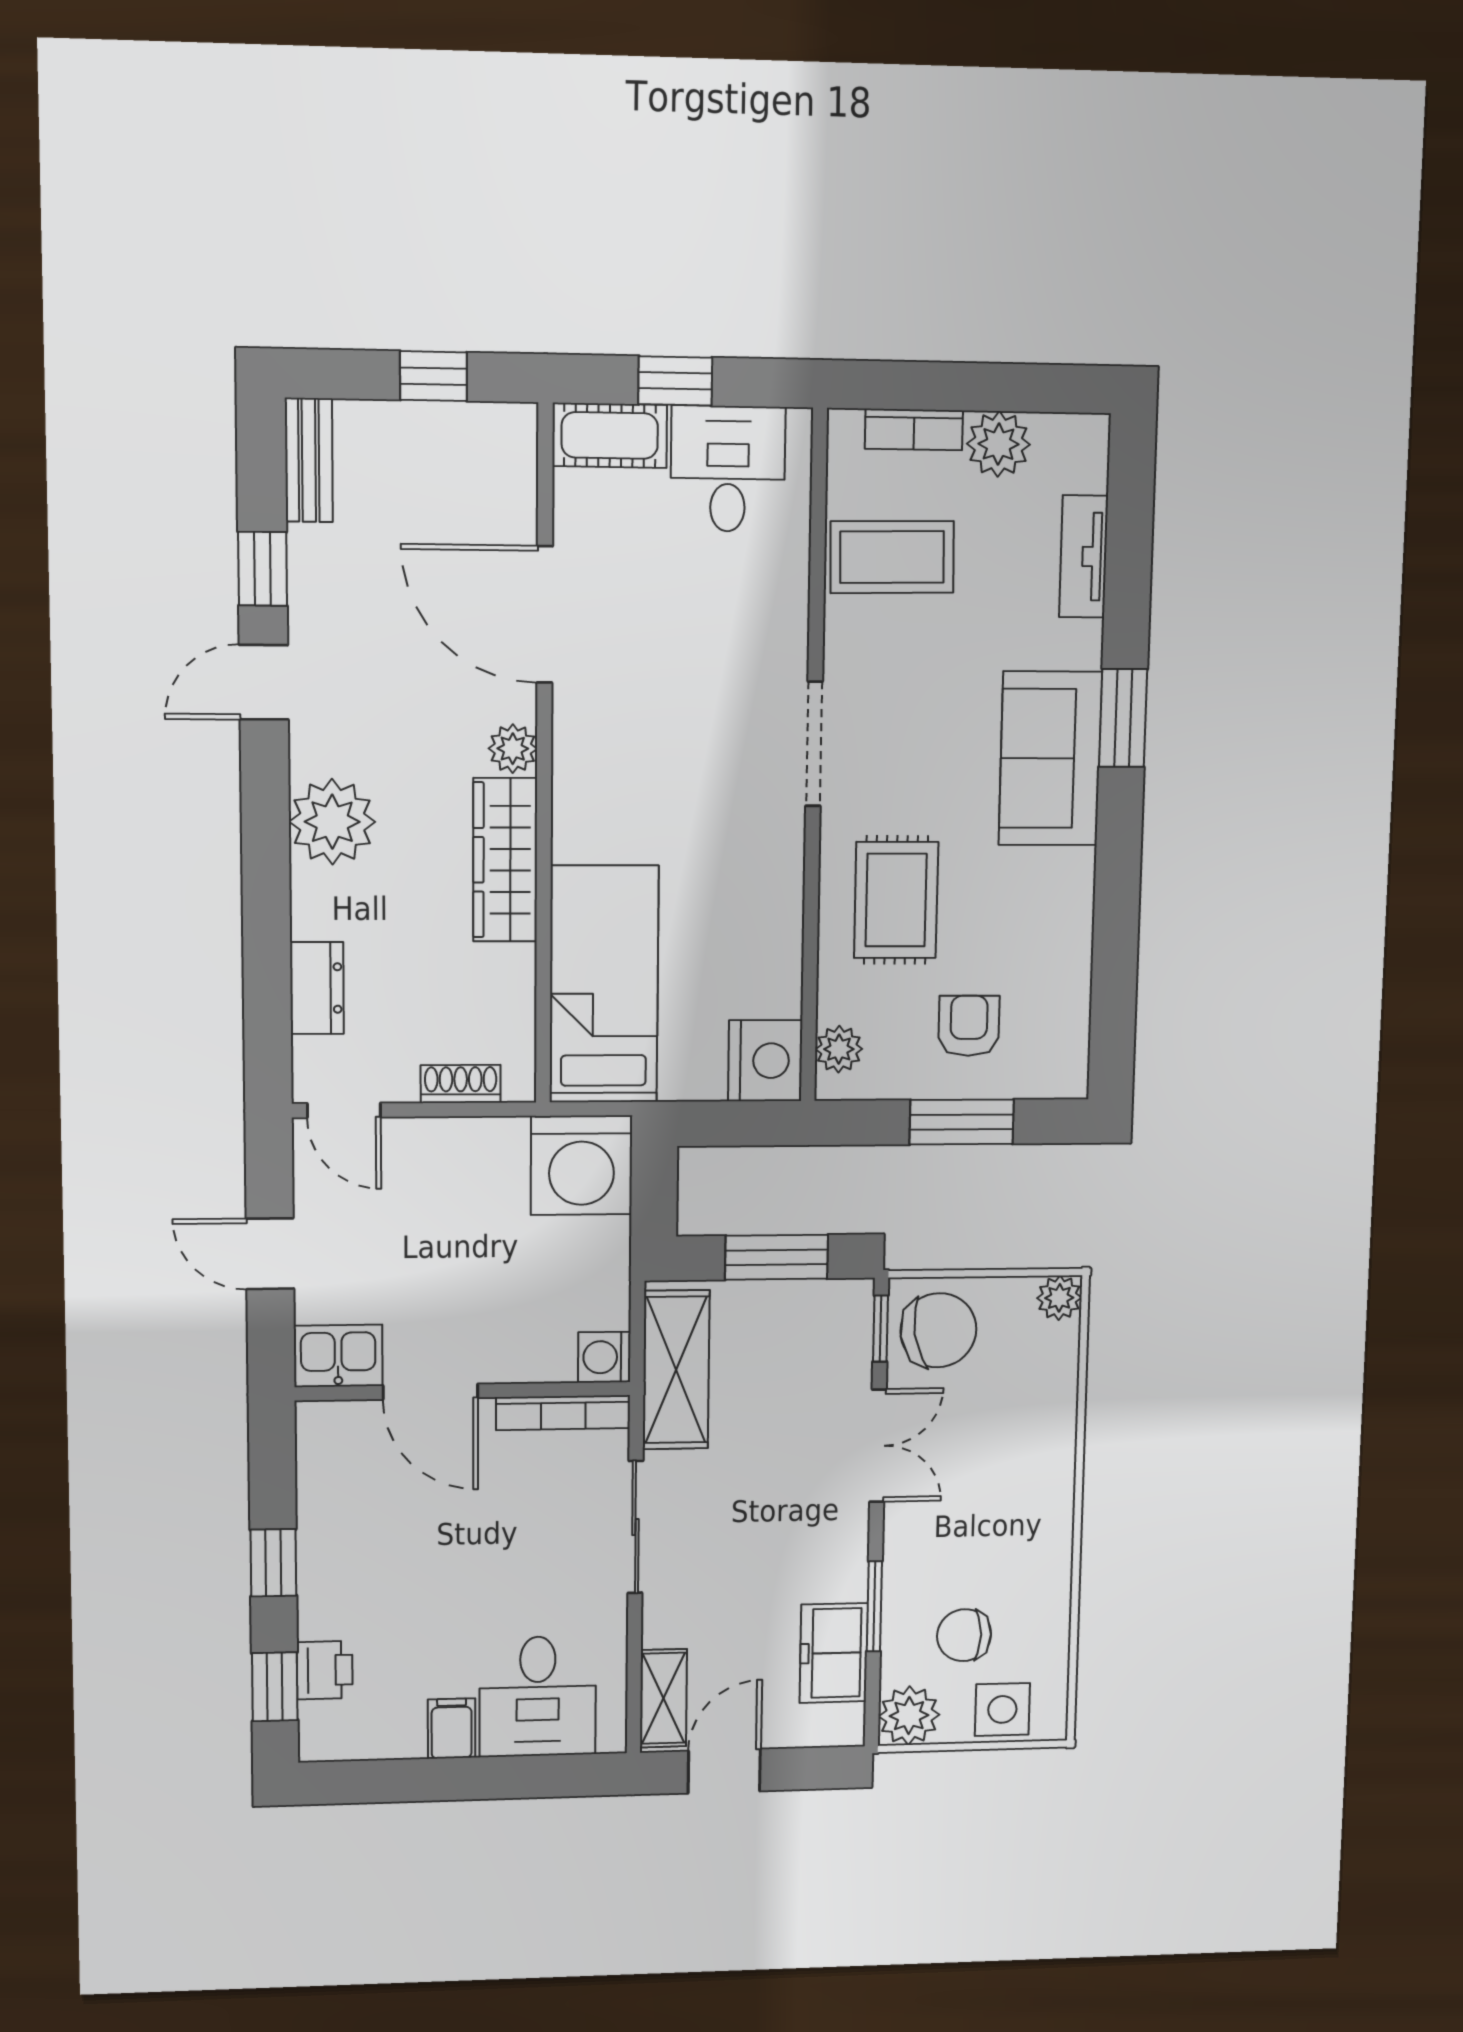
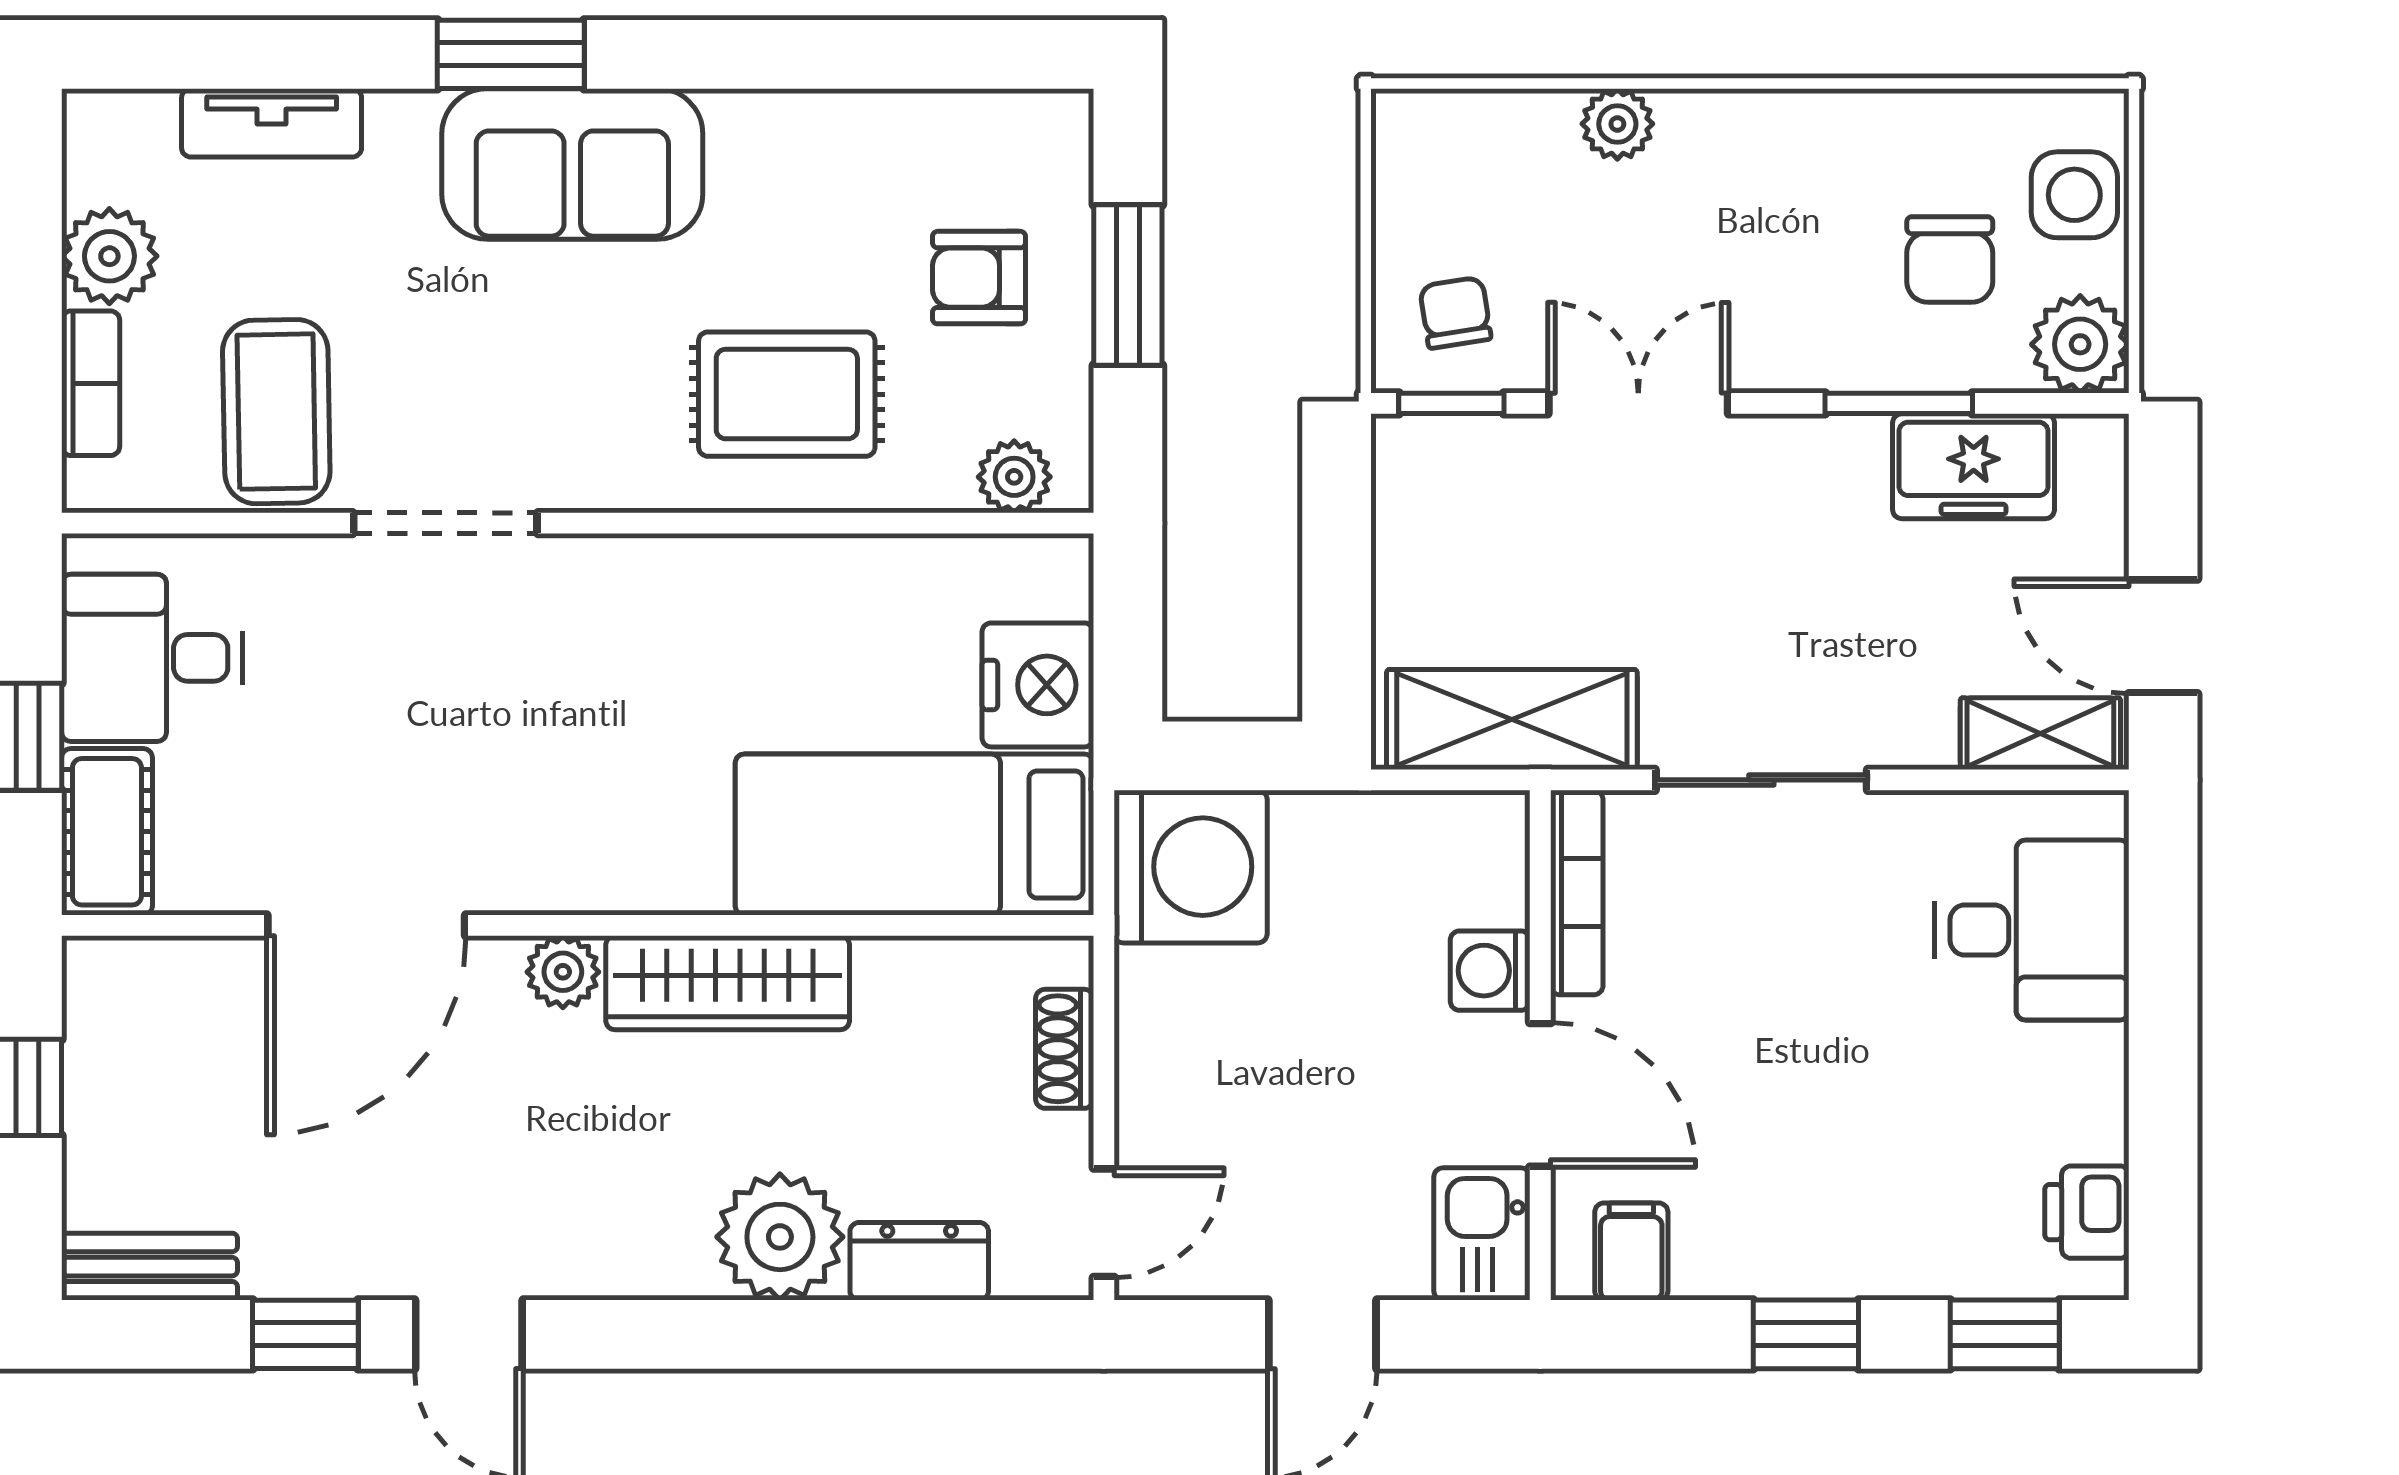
doorway: (814, 744) -> (445, 523), moved
plant: (332, 822) -> (780, 1237), moved
nightstand: (765, 1061) -> (1038, 685), moved, turned 90
window: (777, 1257) -> (1337, 567), removed
plant: (1059, 1298) -> (1617, 124), moved
chair: (938, 1330) -> (1455, 313), width x0.54, depth x0.54
washing machine: (604, 1357) -> (1490, 971), moved, turned 90
door: (430, 1392) -> (1540, 1095), hinge flipped
printer: (325, 1670) -> (2087, 1212), moved, turned -90
filing cabinet: (452, 1729) -> (1631, 1252), moved, turned 90

